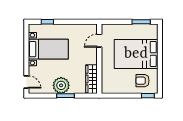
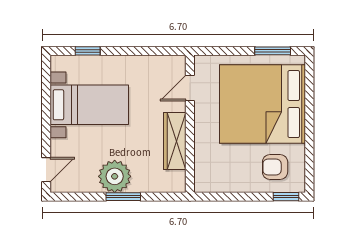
bed: (136, 54) -> (262, 104), width x1.36
wardrobe: (92, 79) -> (175, 141), moved
door: (26, 82) -> (46, 170), hinge flipped

